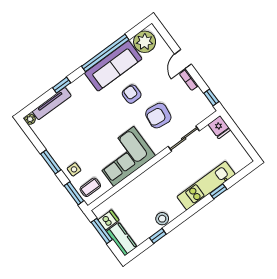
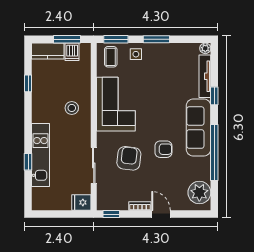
sofa: (113, 66) -> (198, 128), moved
stool: (162, 219) -> (72, 108), moved

